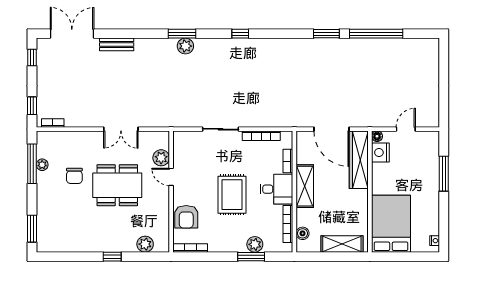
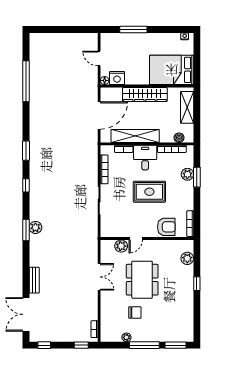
window: (326, 34) -> (26, 151), moved
wardrobe: (359, 160) -> (145, 95), moved
window: (32, 164) -> (144, 345), moved
shelving: (305, 186) -> (135, 136), width x1.47

